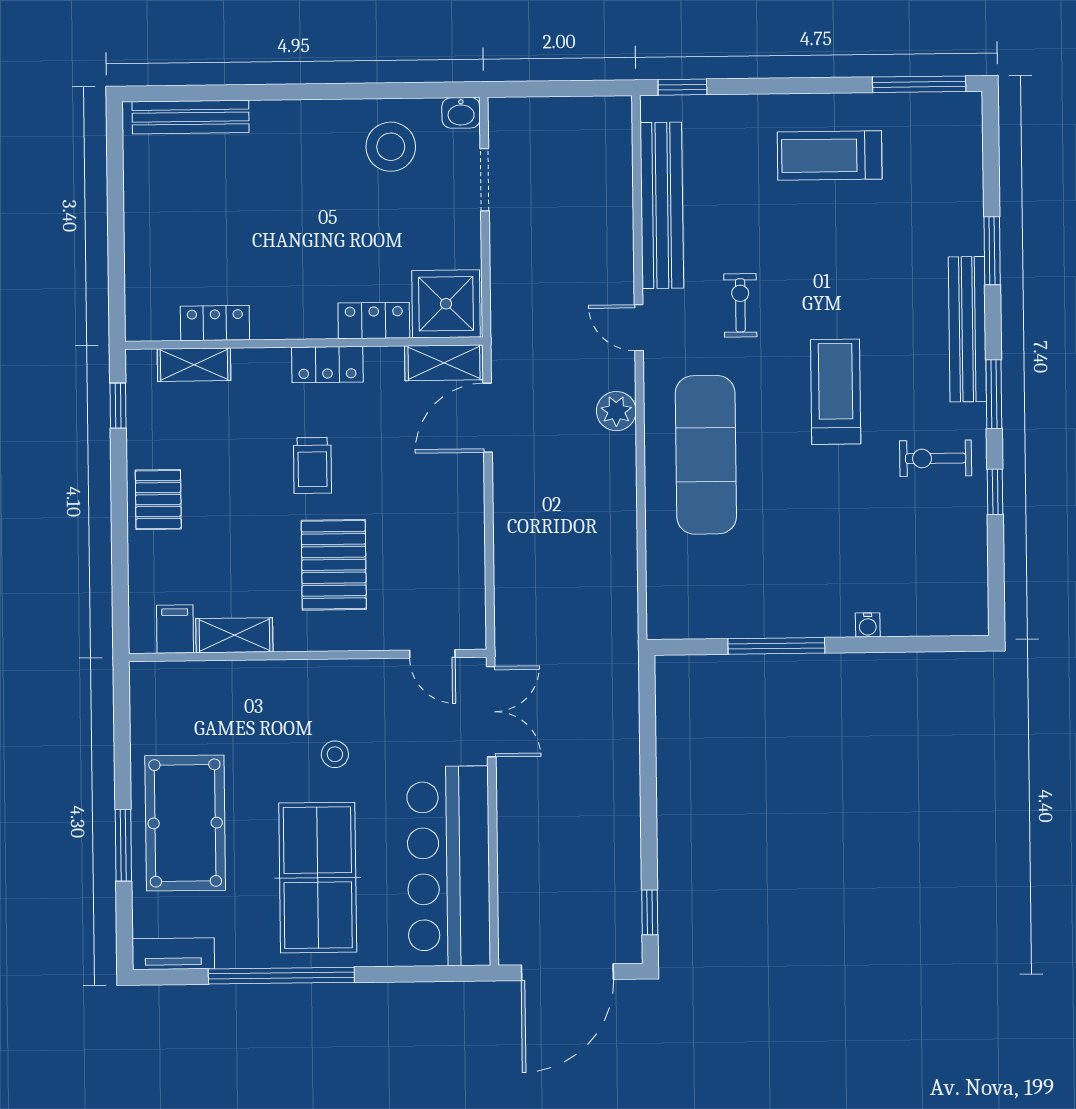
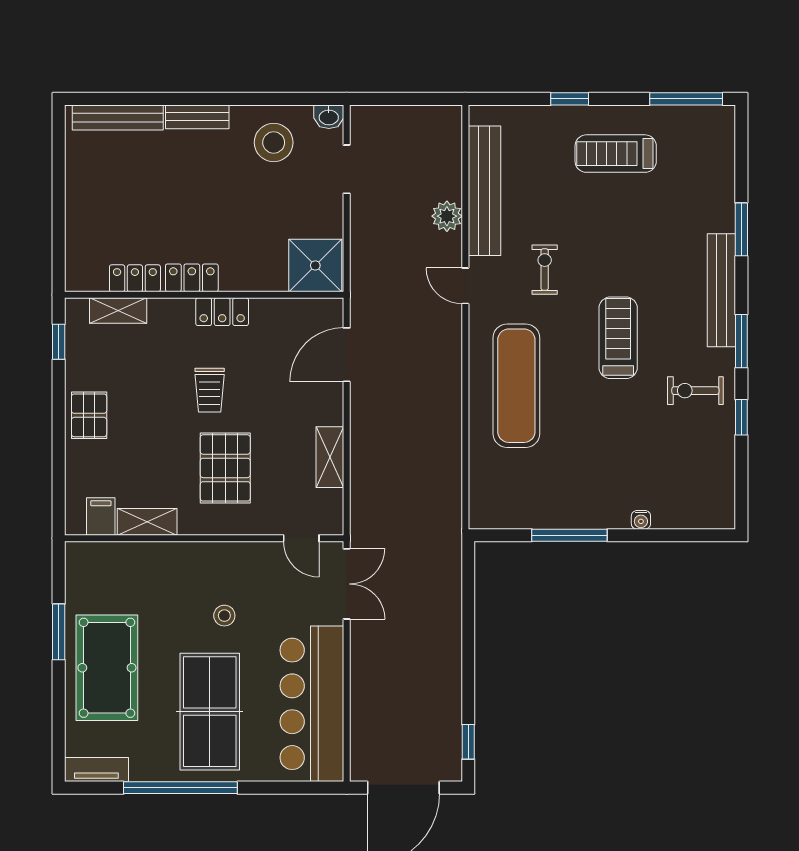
window: (682, 87) -> (570, 99), moved
bench: (292, 115) -> (197, 117), added
locker: (374, 320) -> (192, 278), moved
shelving: (444, 363) -> (330, 457), moved, turned 90
plant: (616, 411) -> (447, 216), moved
window: (123, 845) -> (59, 632), moved

